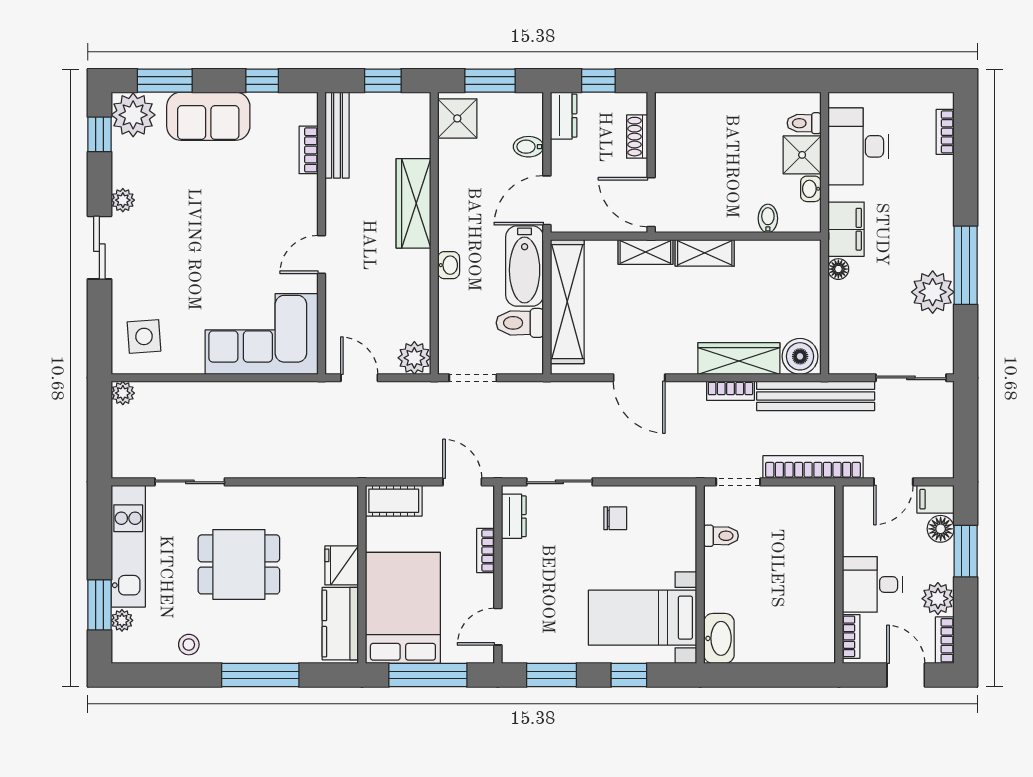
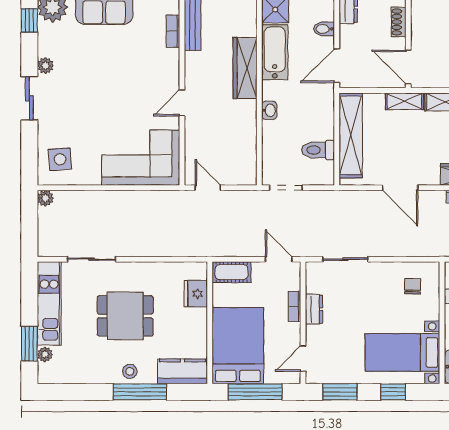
bathtub: (525, 266) -> (275, 52), moved, turned 180
plant: (414, 358) -> (246, 174), removed
dresser: (514, 516) -> (314, 309), moved
chair: (615, 518) -> (413, 286), moved, turned -89
fridge: (342, 565) -> (196, 294), moved
kitchen counter: (340, 624) -> (182, 371), moved, turned 90
stool: (189, 645) -> (130, 371), moved

